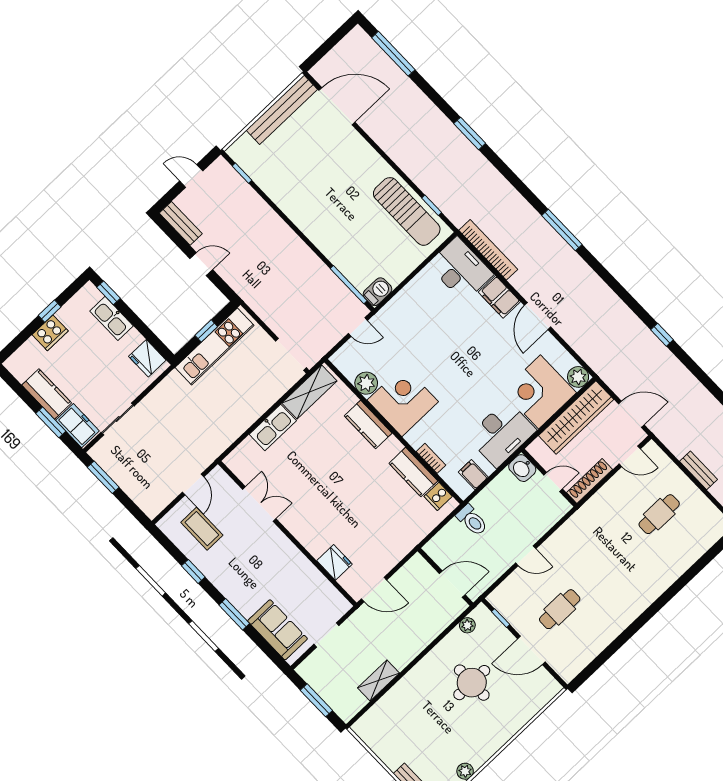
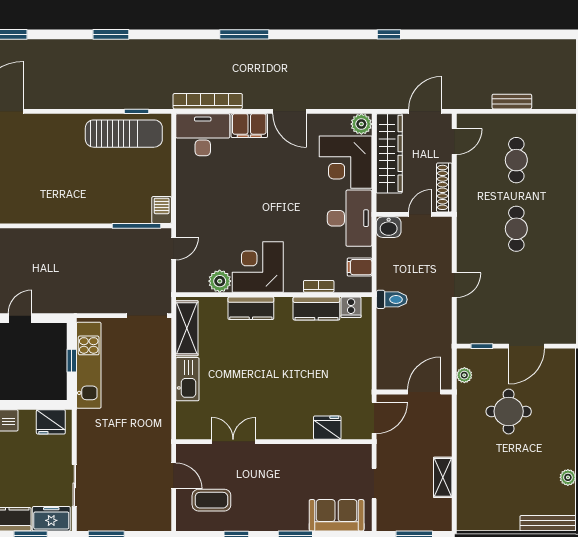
wall: (445, 577) -> (414, 392), moved
door: (452, 584) -> (424, 392), moved
cafe table: (560, 609) -> (516, 229), moved

